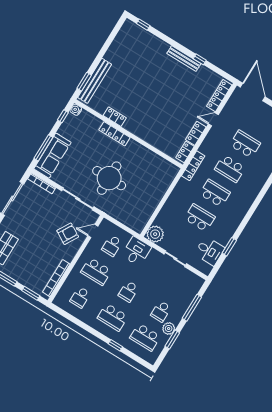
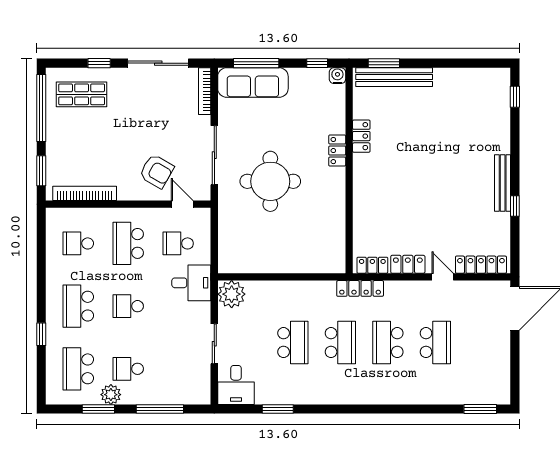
locker: (114, 134) -> (337, 151), width x0.66
desk: (209, 251) -> (236, 385), moved

